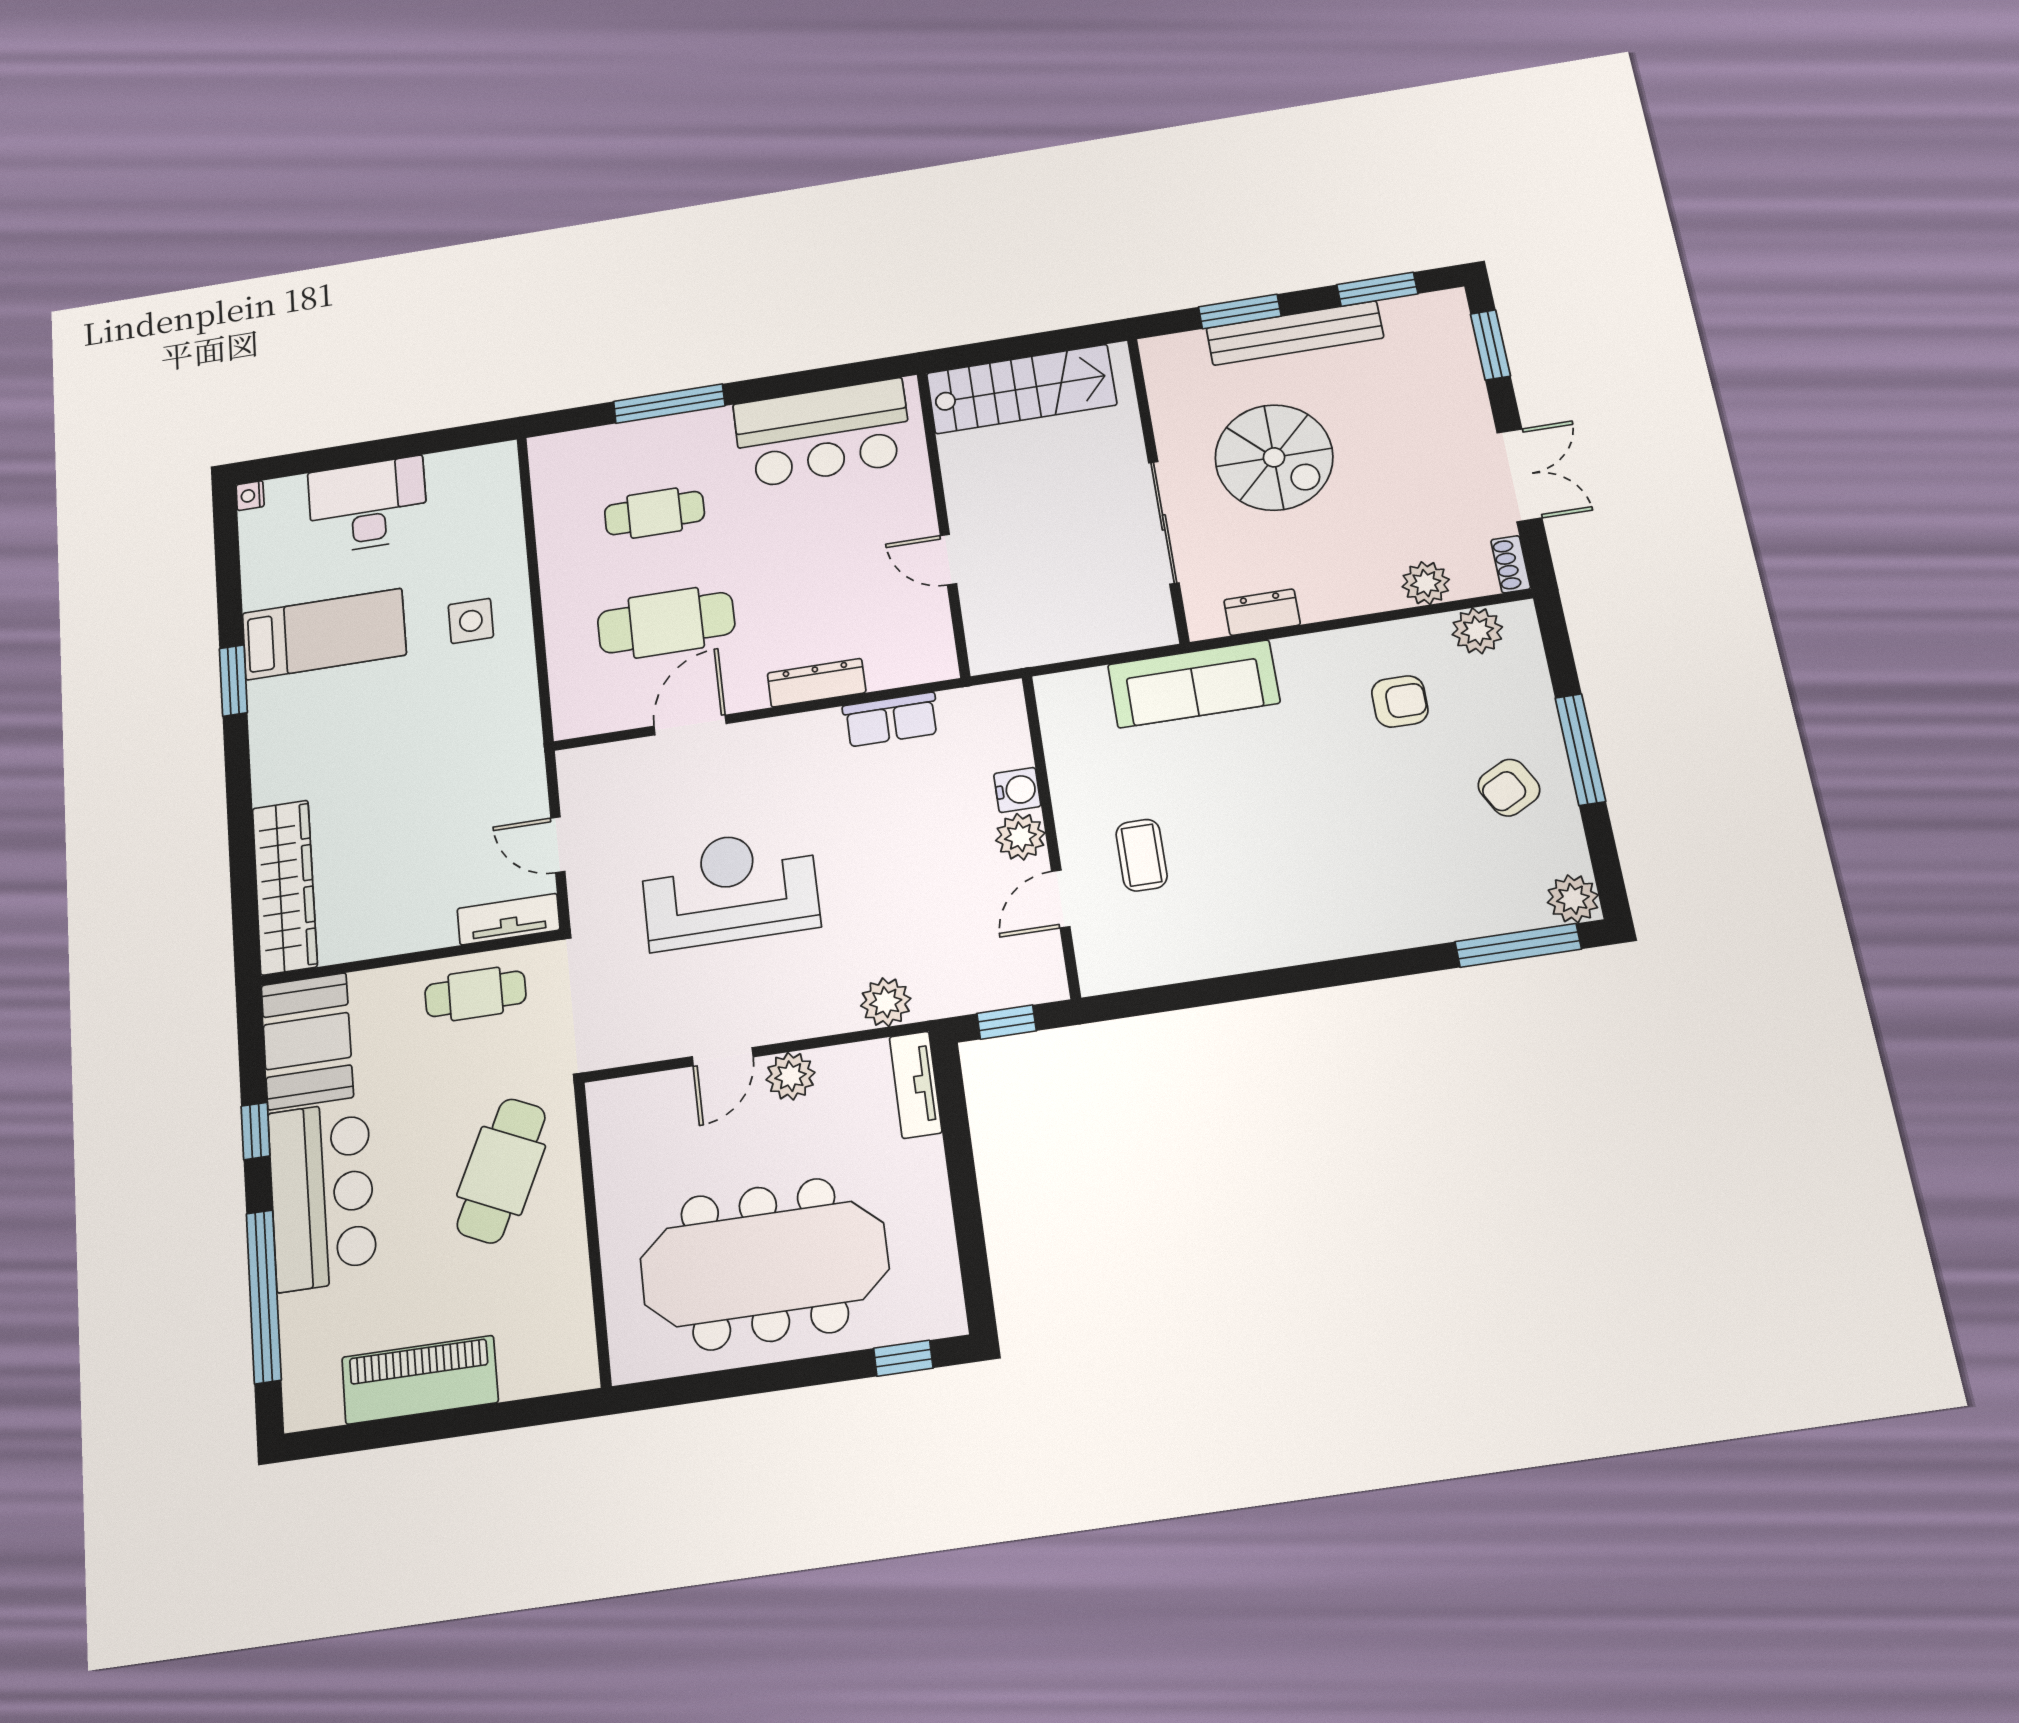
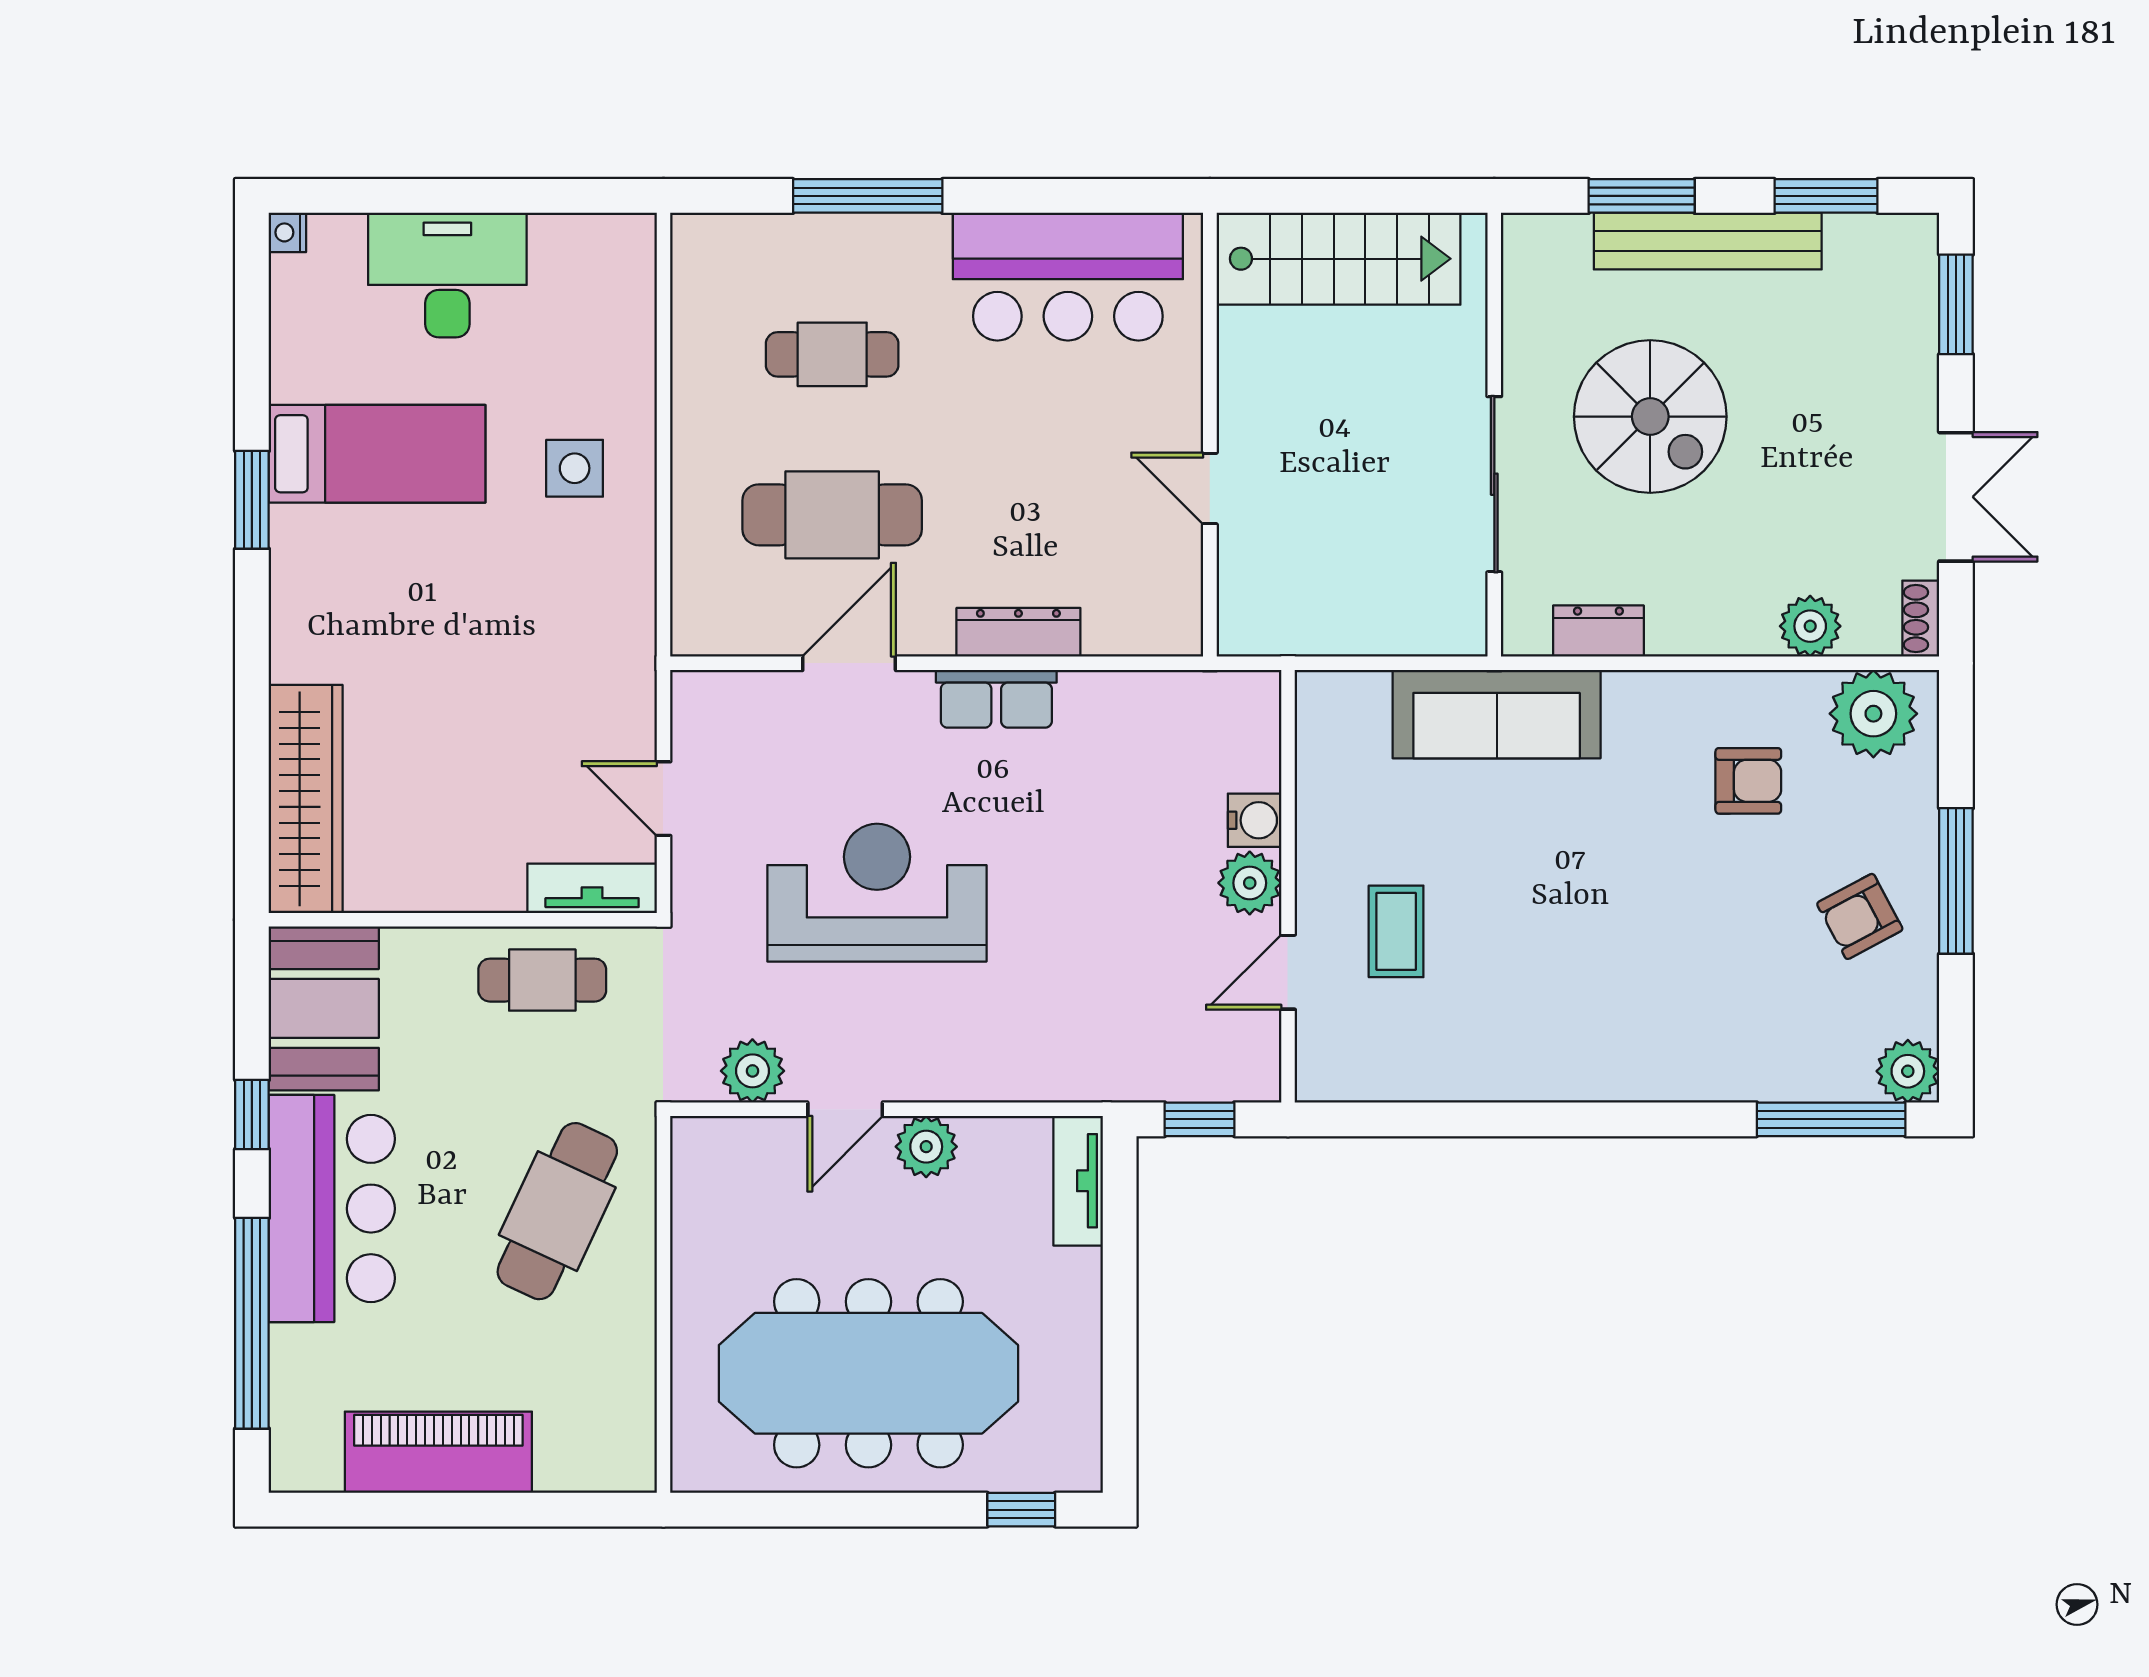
plant: (1477, 631) -> (1873, 714), width x1.36, depth x1.36
row of seats: (891, 720) -> (996, 699), moved
plant: (886, 1002) -> (752, 1071), moved

